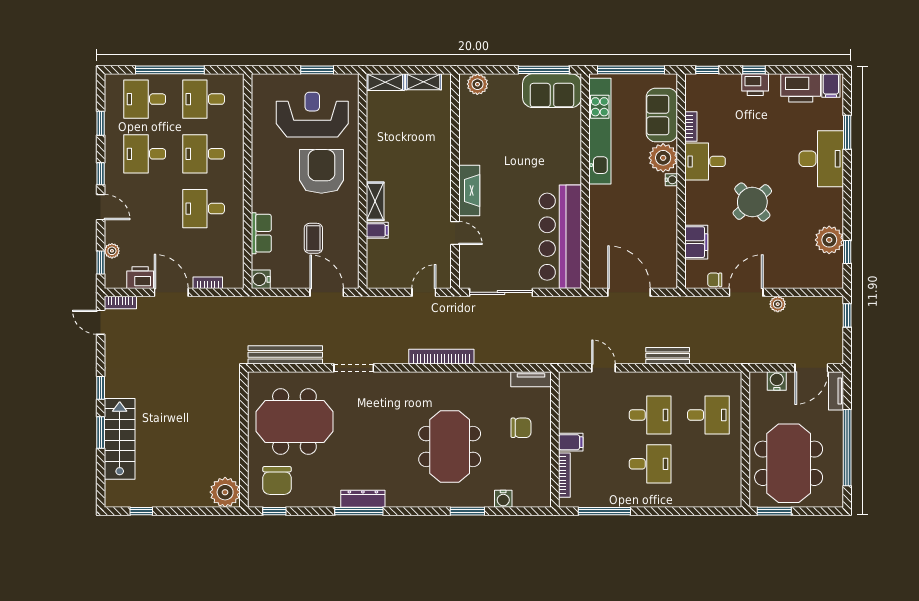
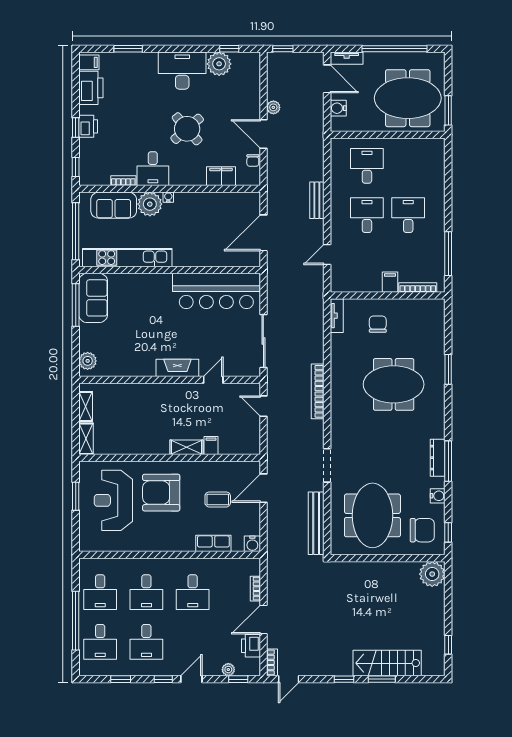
desk: (821, 159) -> (182, 71), moved
water cooler: (503, 499) -> (438, 496), moved

